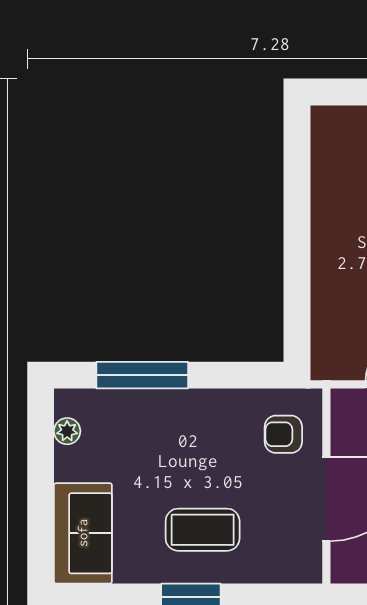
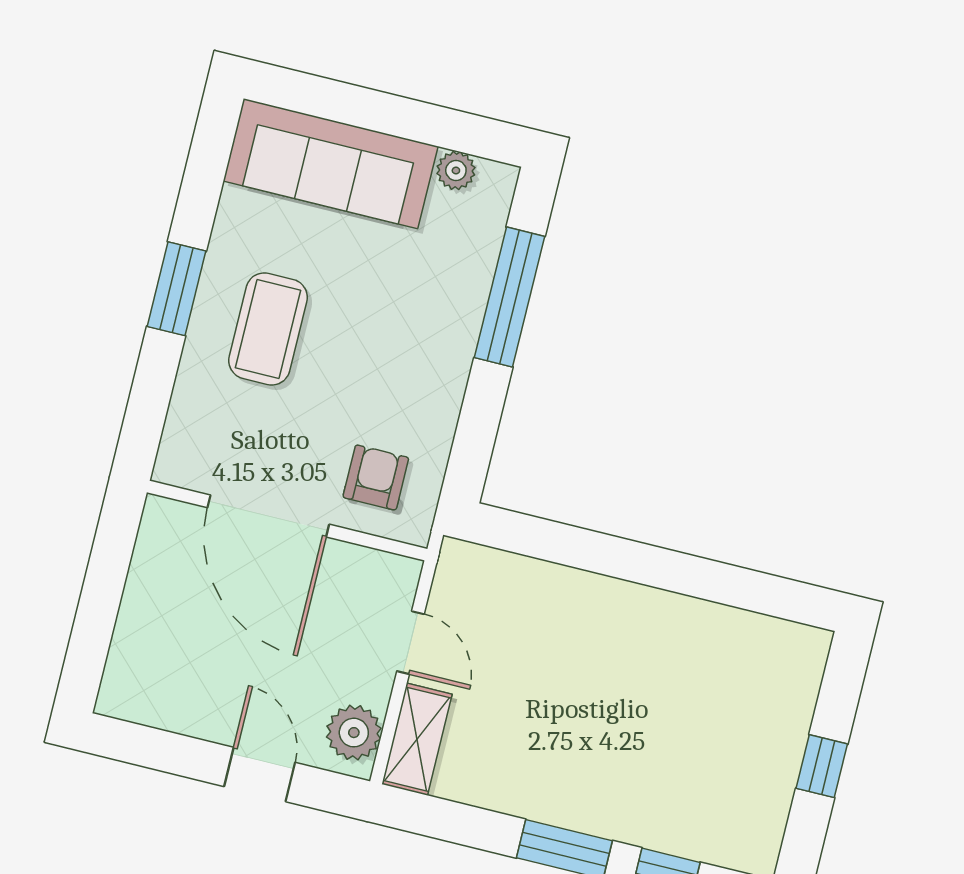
sofa: (83, 533) -> (331, 164), width x1.36

